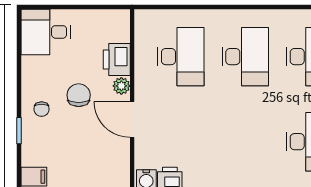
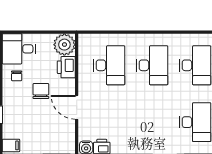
plant: (121, 86) -> (64, 45), moved, width x1.88, depth x1.88
chair: (42, 109) -> (17, 76), moved

